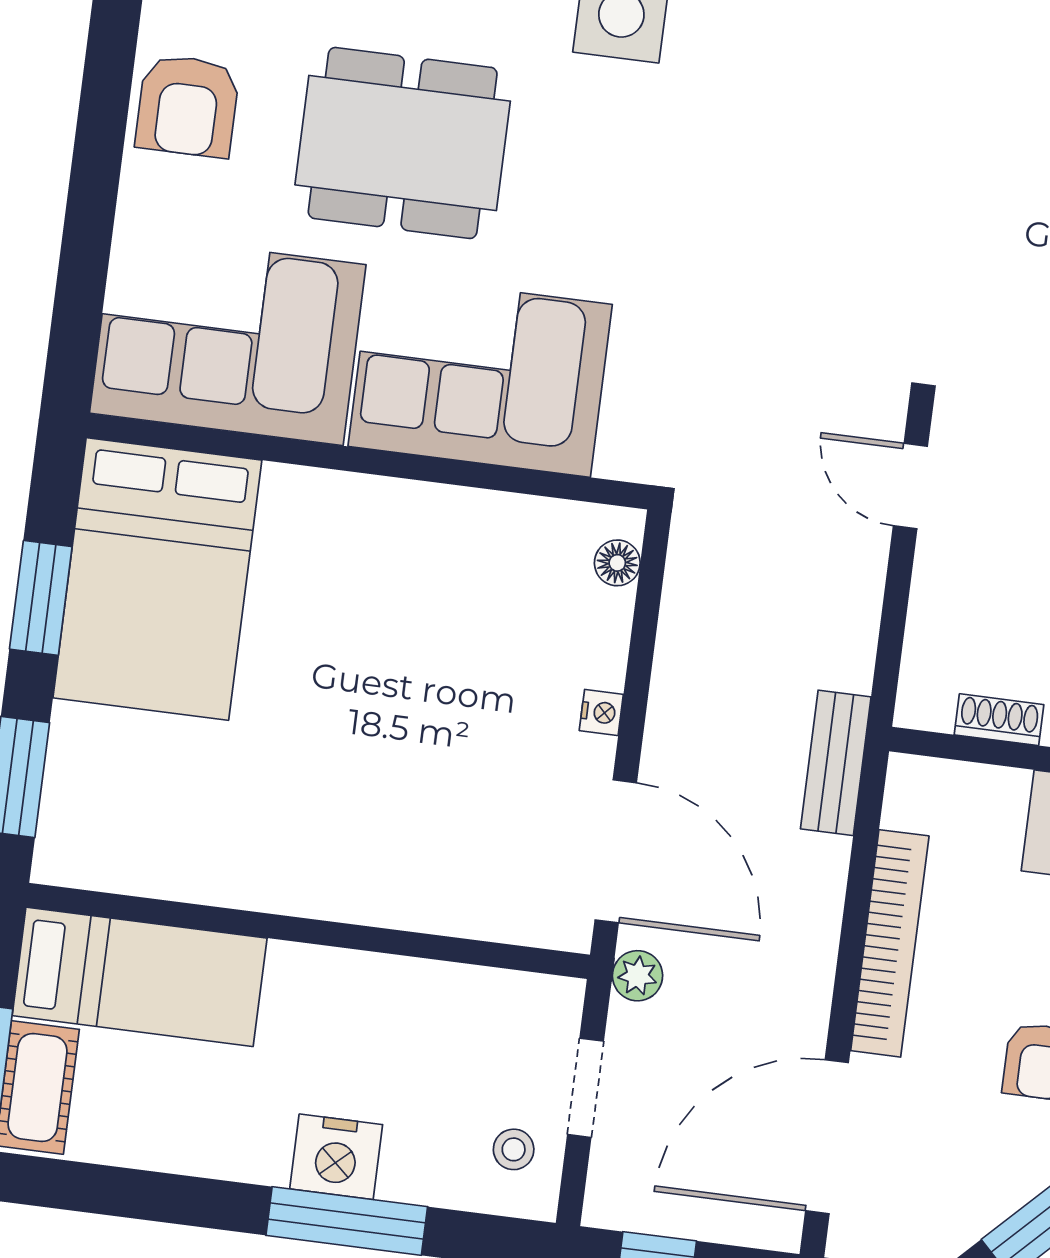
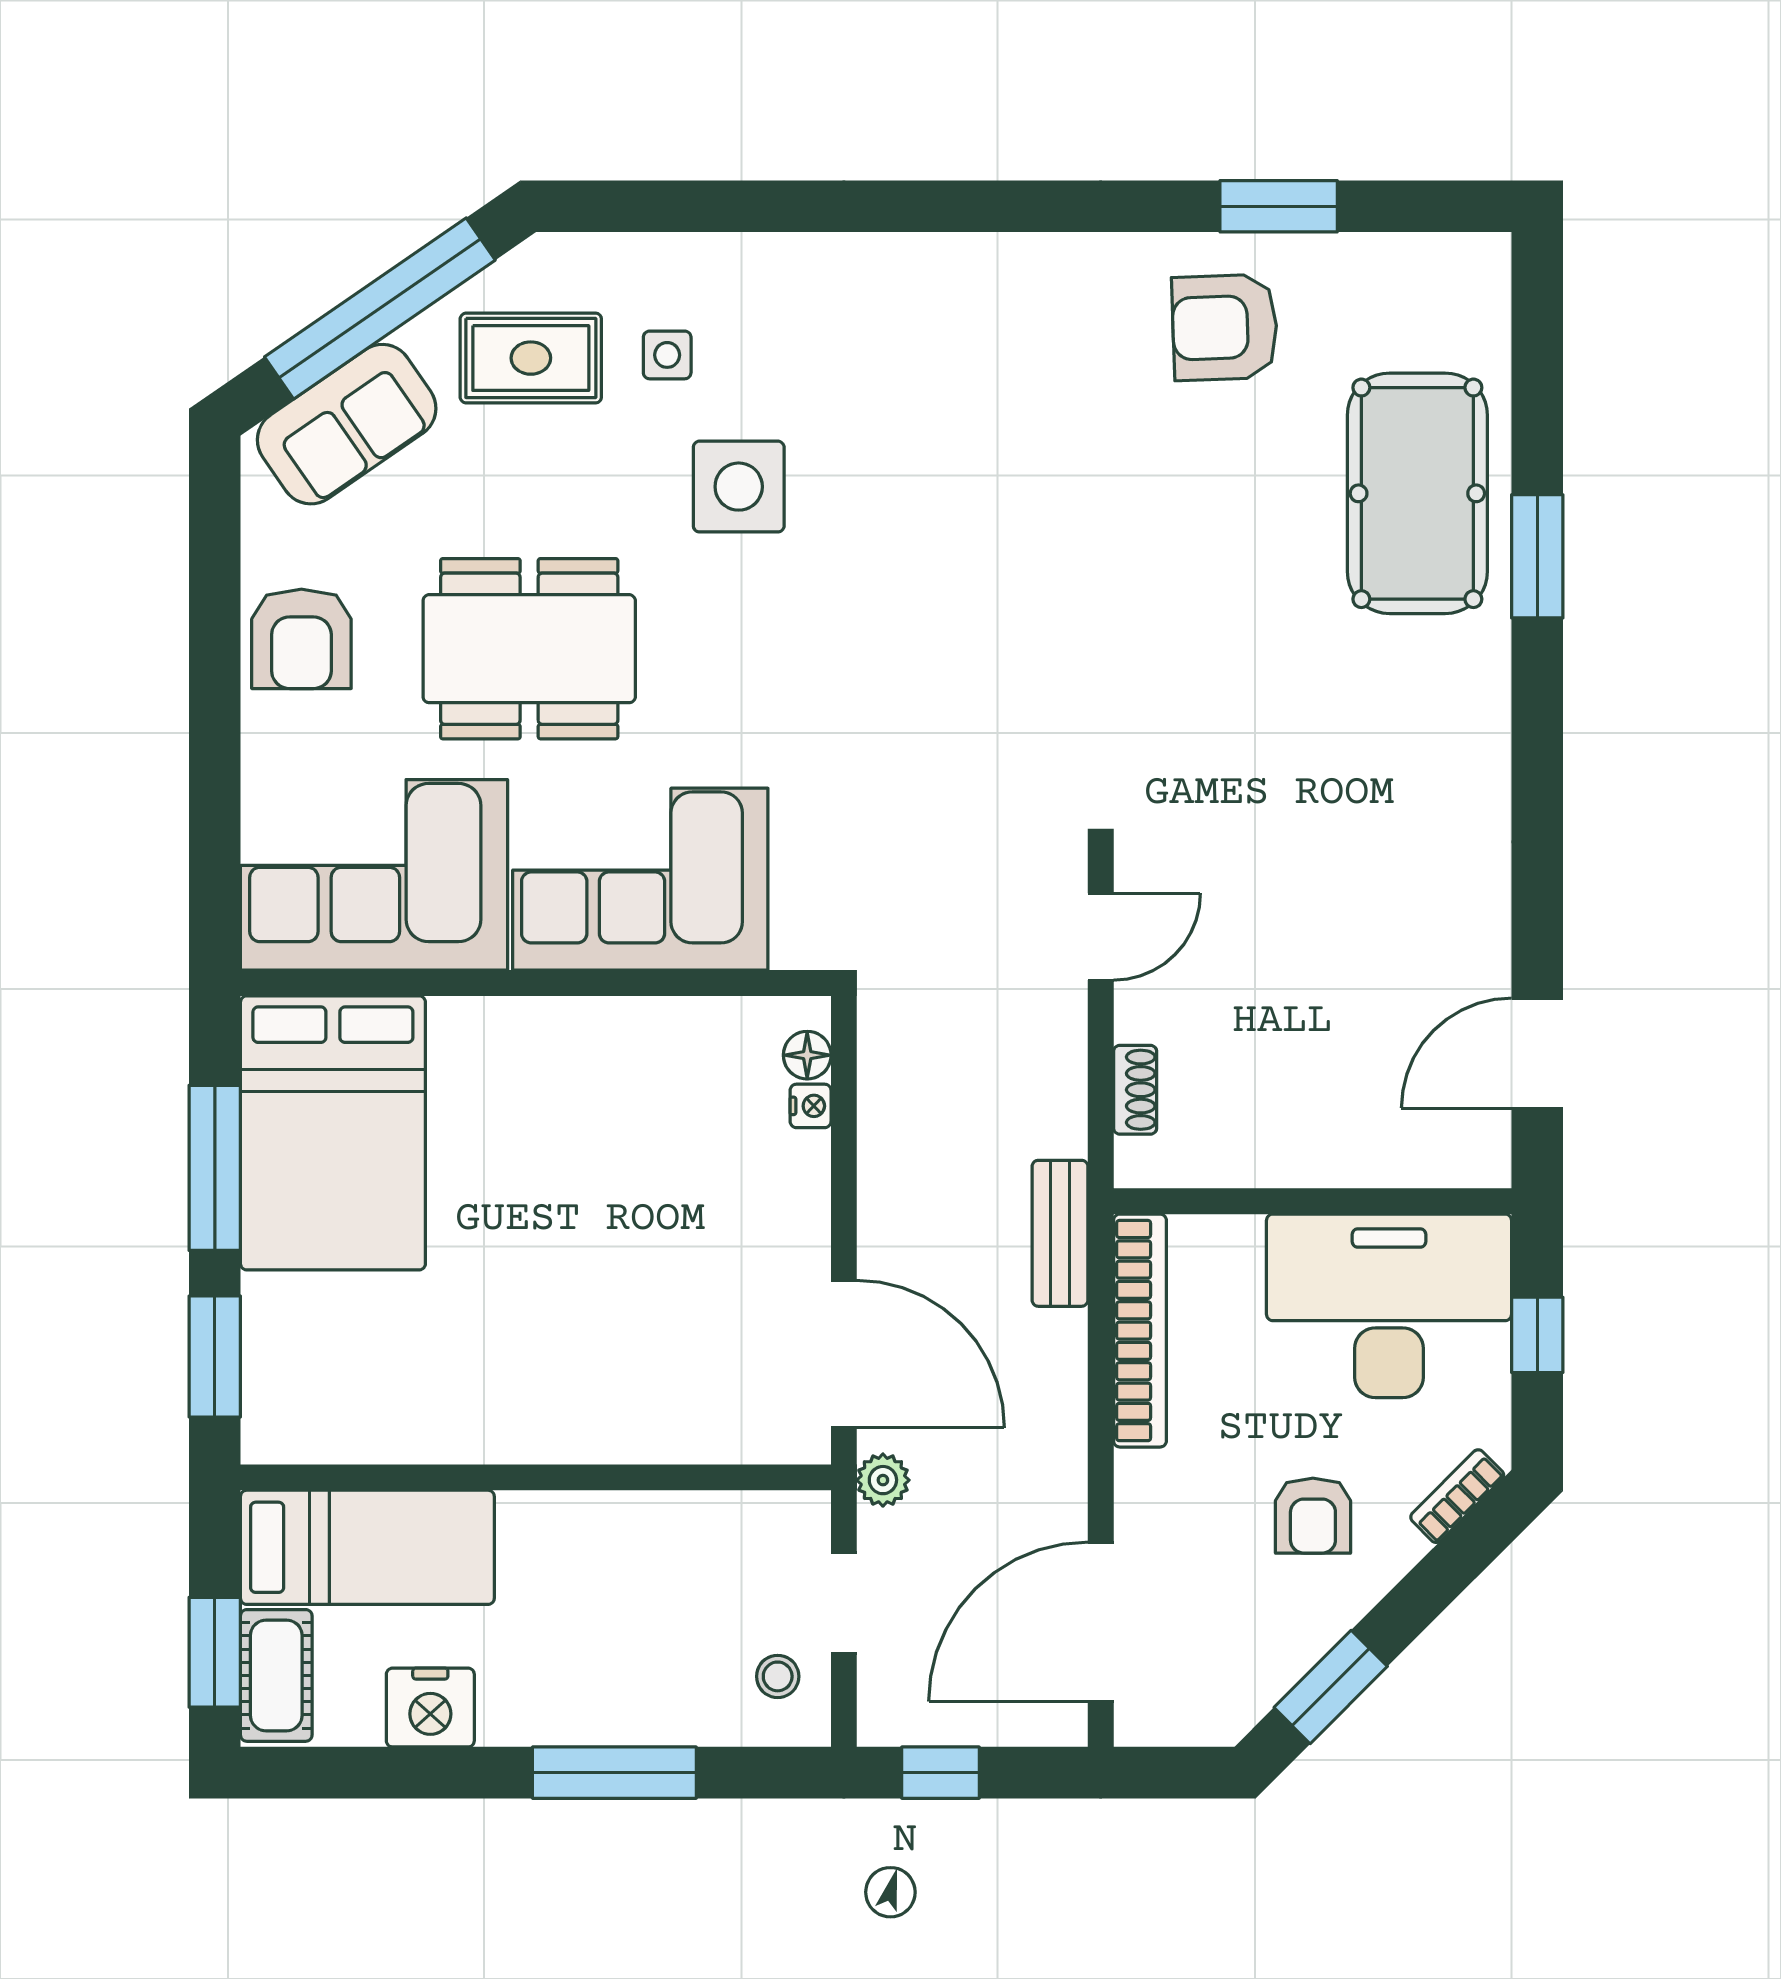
door: (910, 486) -> (1101, 937), swing flipped
window: (41, 598) -> (215, 1168), width x1.44
nightstand: (601, 712) -> (811, 1106), moved
shoe rack: (999, 720) -> (1135, 1090), moved, turned 90
bookcase: (890, 943) -> (1140, 1331), moved
nightstand: (336, 1157) -> (430, 1708), moved

